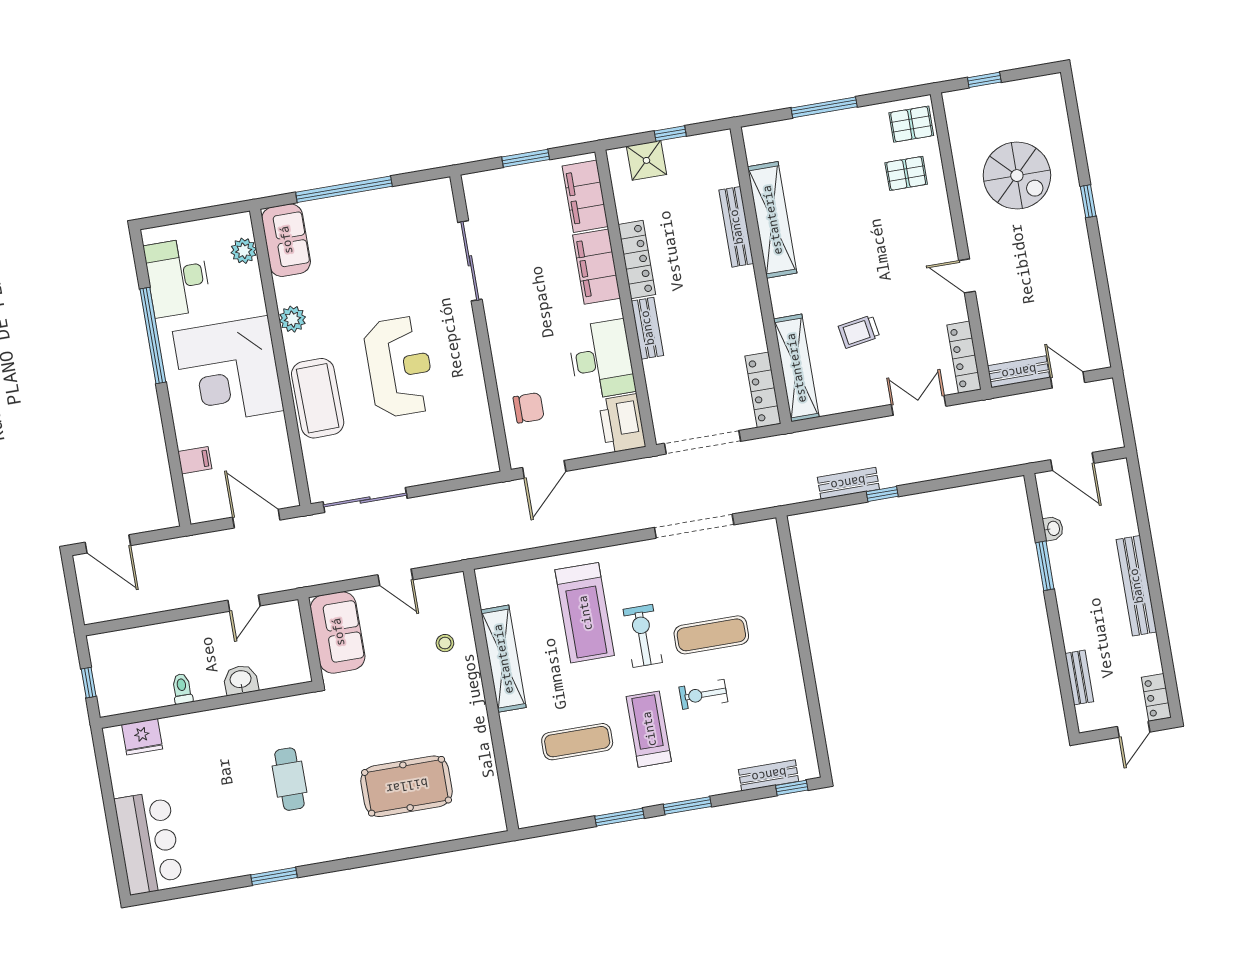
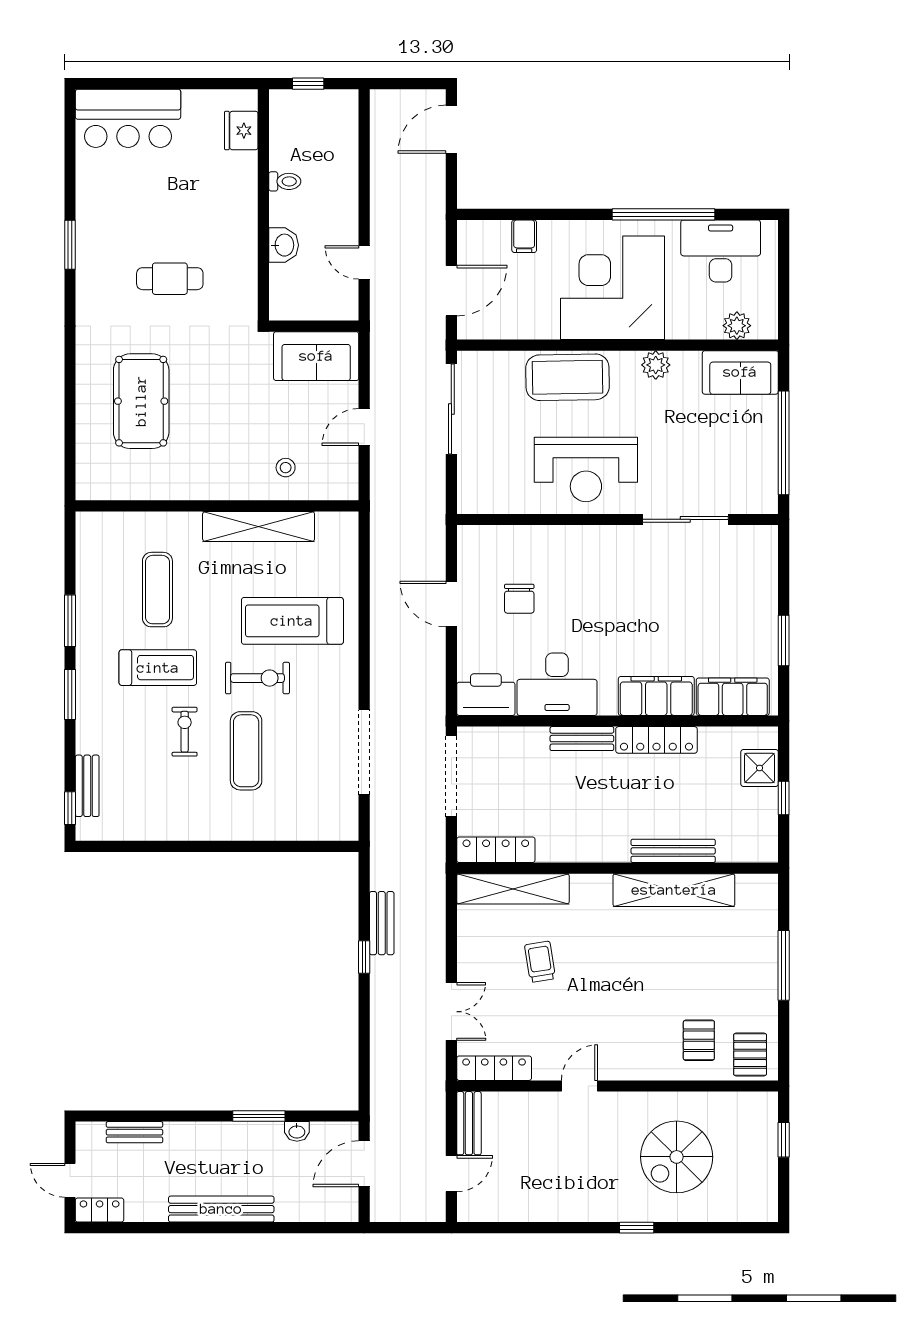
sliding door: (470, 261) -> (685, 519), moved
wall: (480, 323) -> (617, 519), moved

